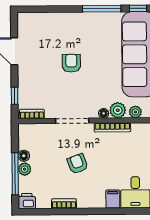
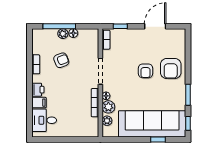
window: (102, 9) -> (188, 95), width x0.69
armchair: (68, 31) -> (171, 69), added
armchair: (71, 63) -> (146, 71), turned 90
armchair: (78, 164) -> (61, 60), moved
printer: (27, 201) -> (38, 90), moved

